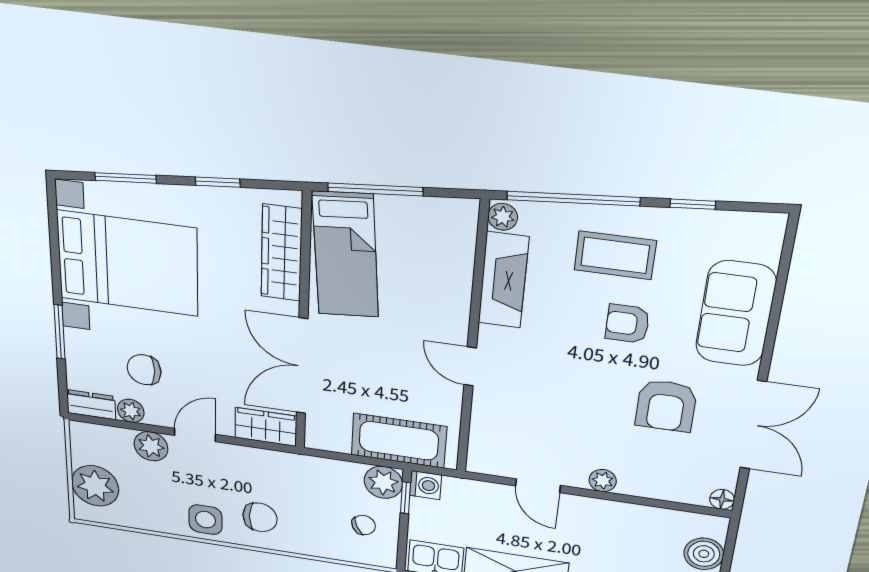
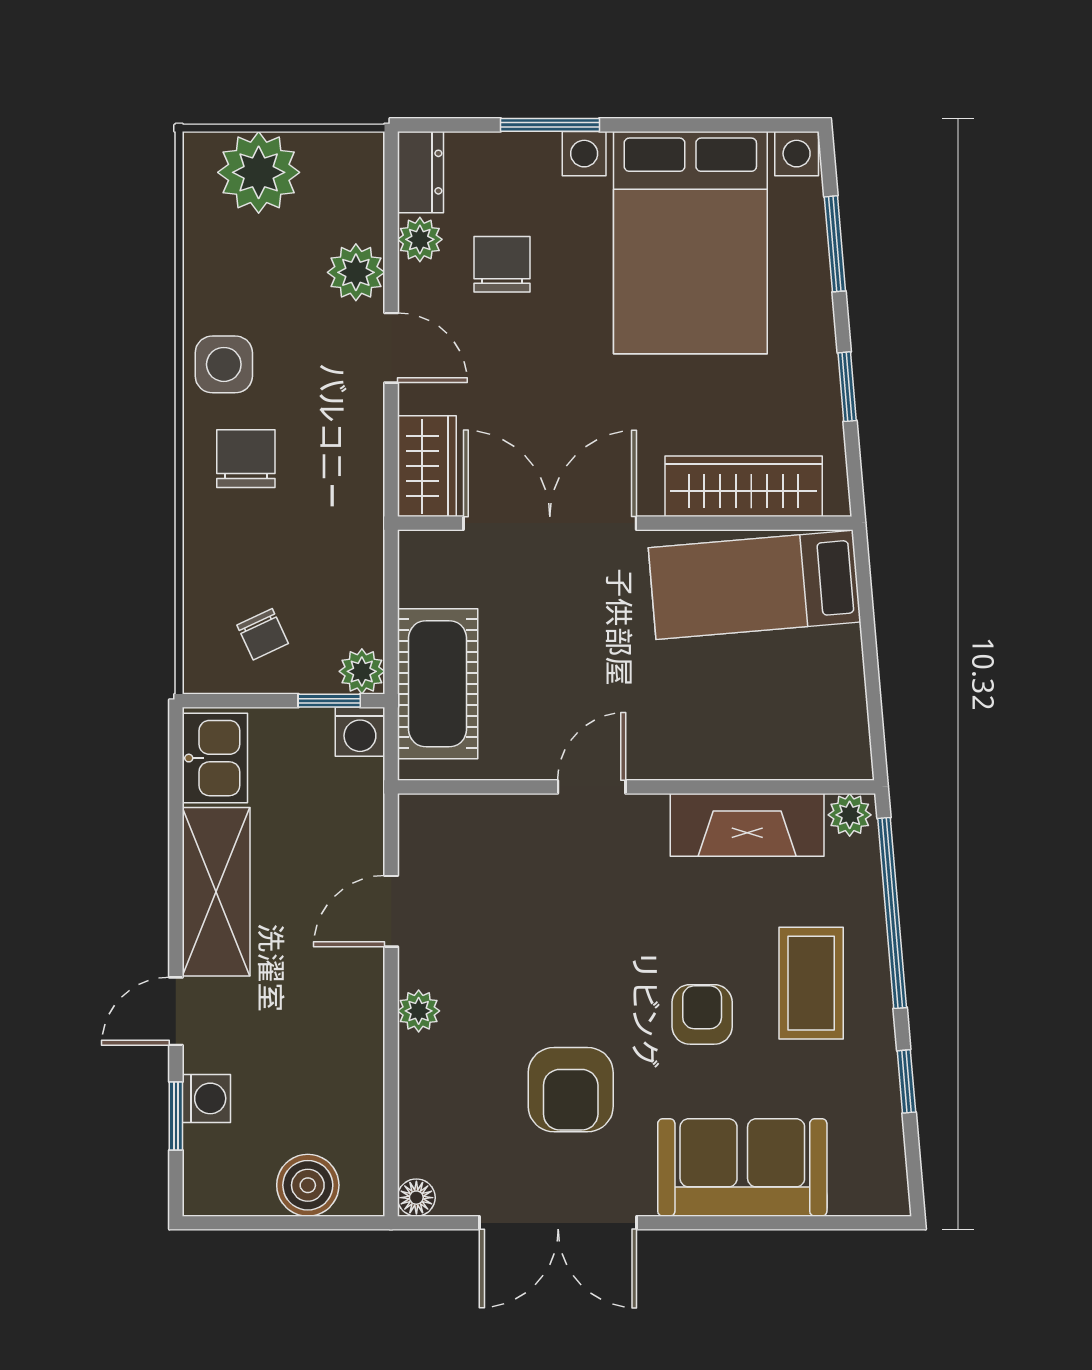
window: (375, 189) -> (867, 625), removed
armchair: (666, 406) -> (571, 1090), turned -90
plant: (383, 482) -> (362, 671), width x0.73, depth x0.73
chair: (260, 517) -> (246, 459), turned 180

